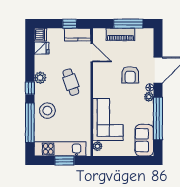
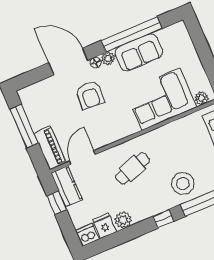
piano: (120, 34) -> (50, 148), moved
armchair: (130, 75) -> (90, 95), turned 93
plant: (40, 78) -> (123, 220), moved
sofa: (144, 140) -> (139, 52), moved

